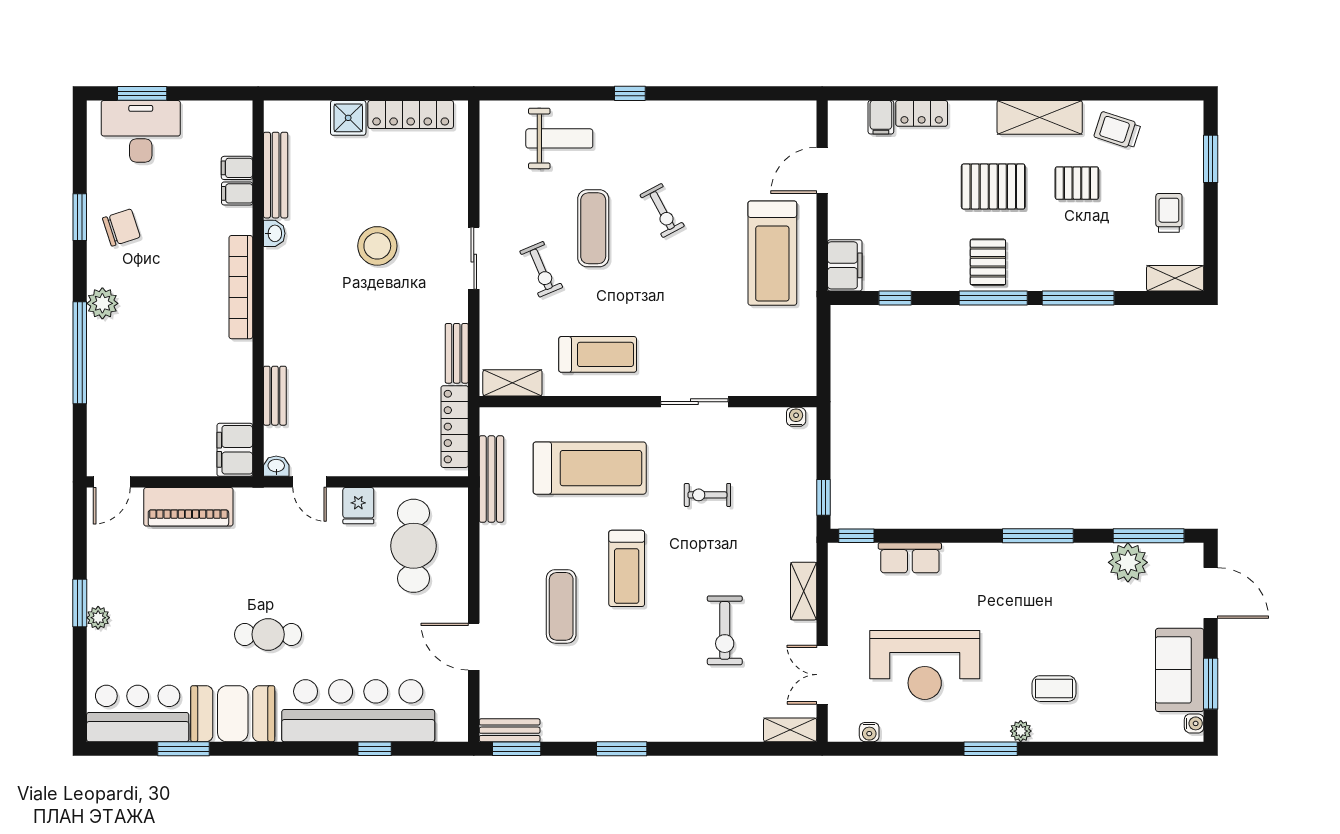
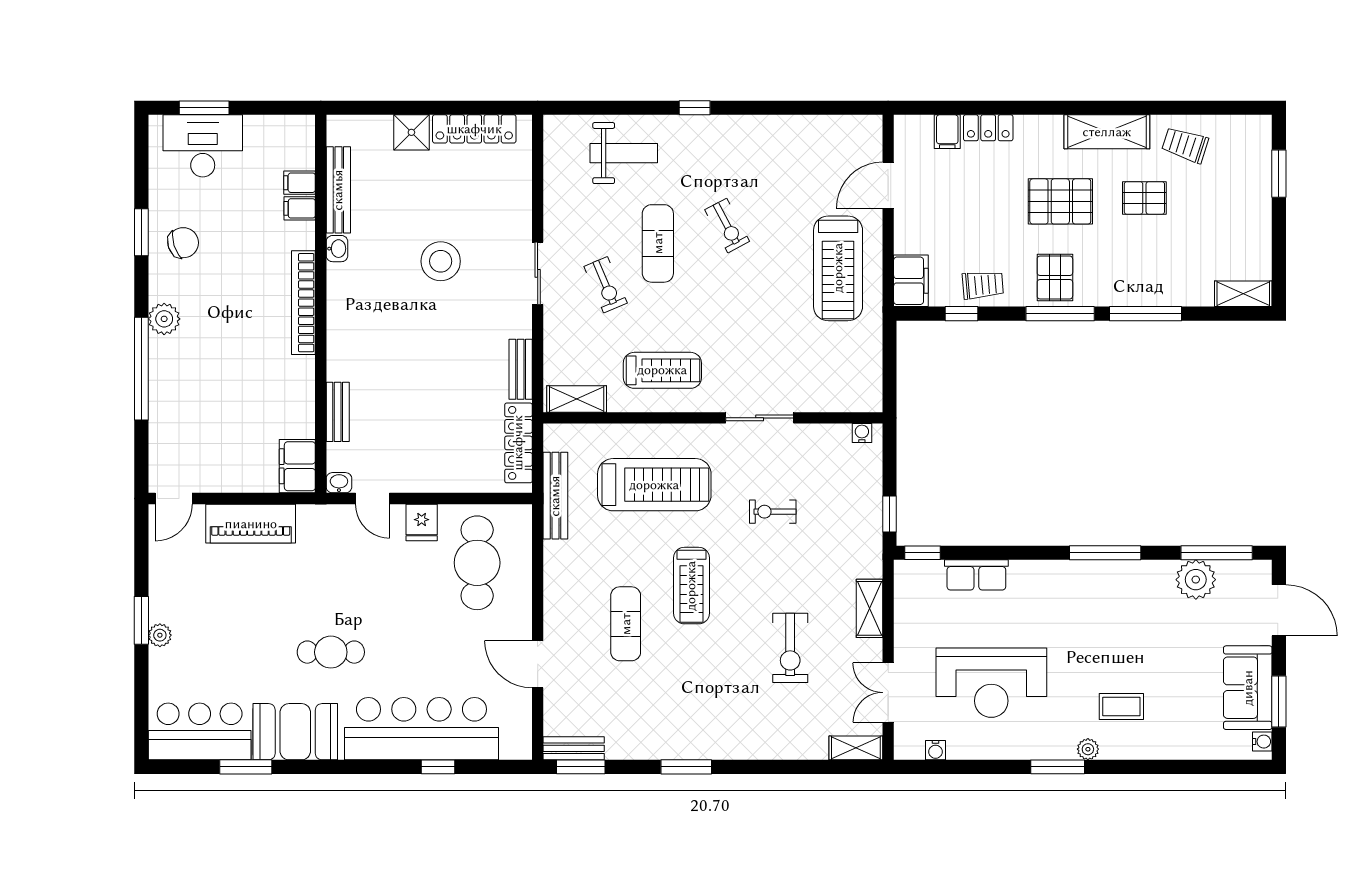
trolley: (1169, 213) -> (983, 285), moved, turned 85

